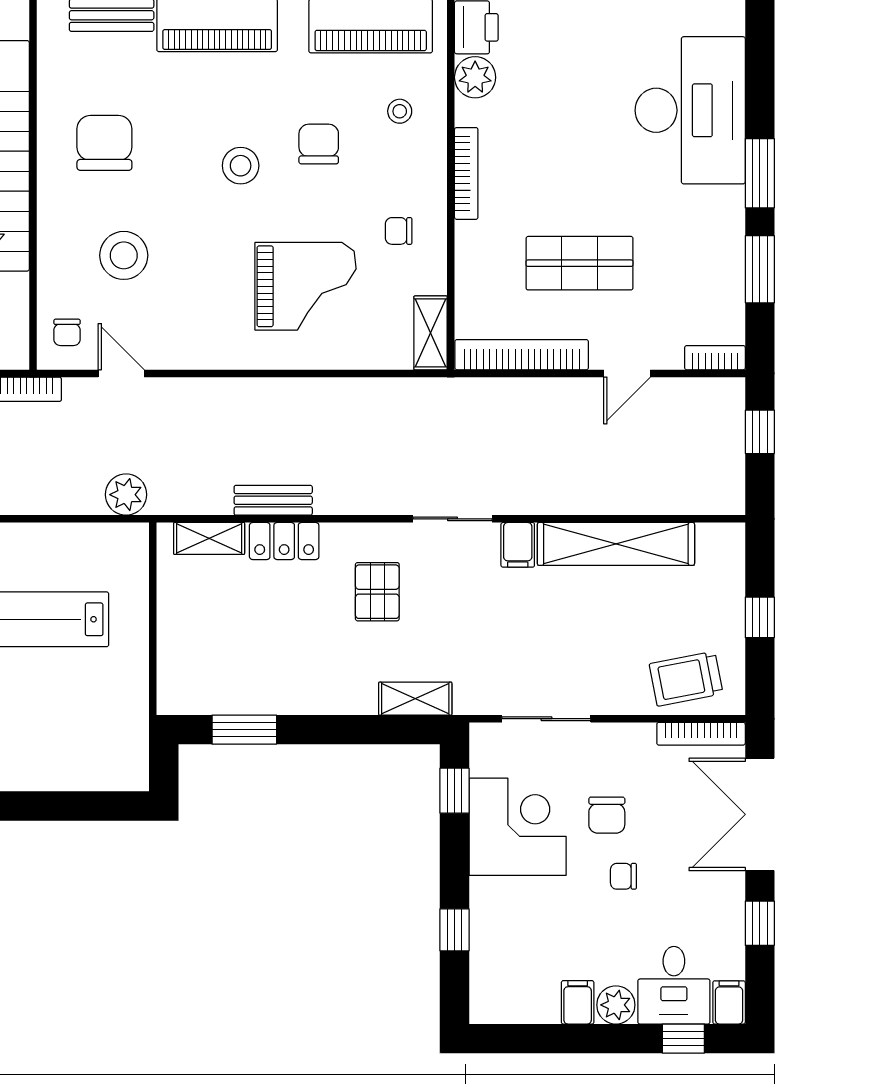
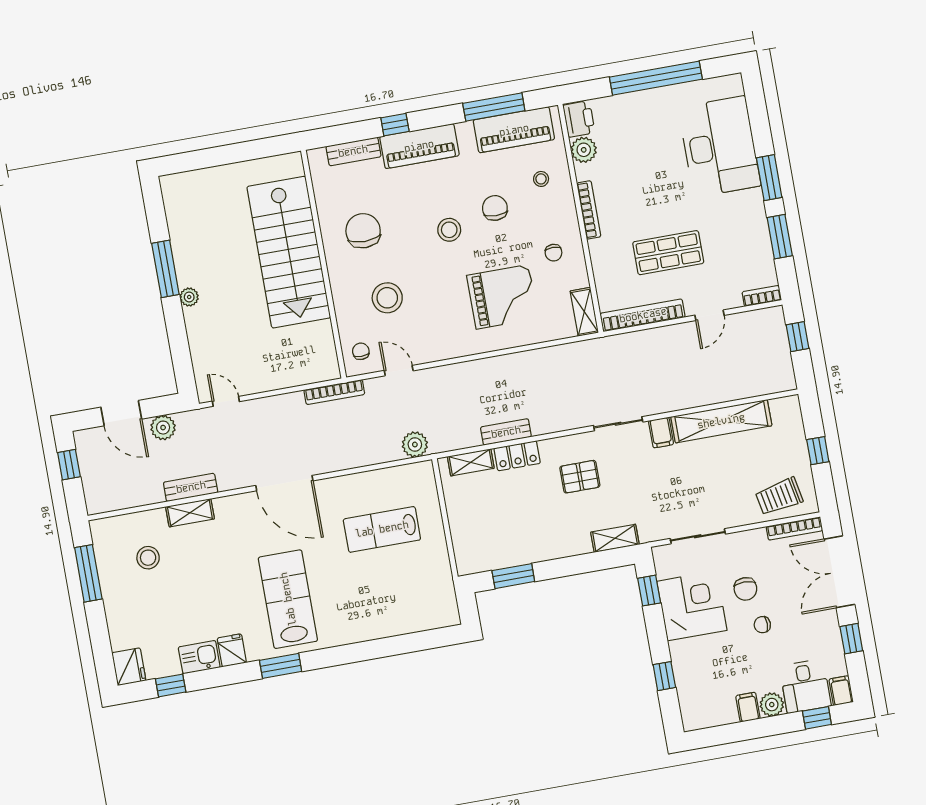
chair: (399, 231) -> (554, 253), turned -90
chair: (67, 332) -> (361, 351), turned 180
pallet: (377, 592) -> (580, 477), turned 90

